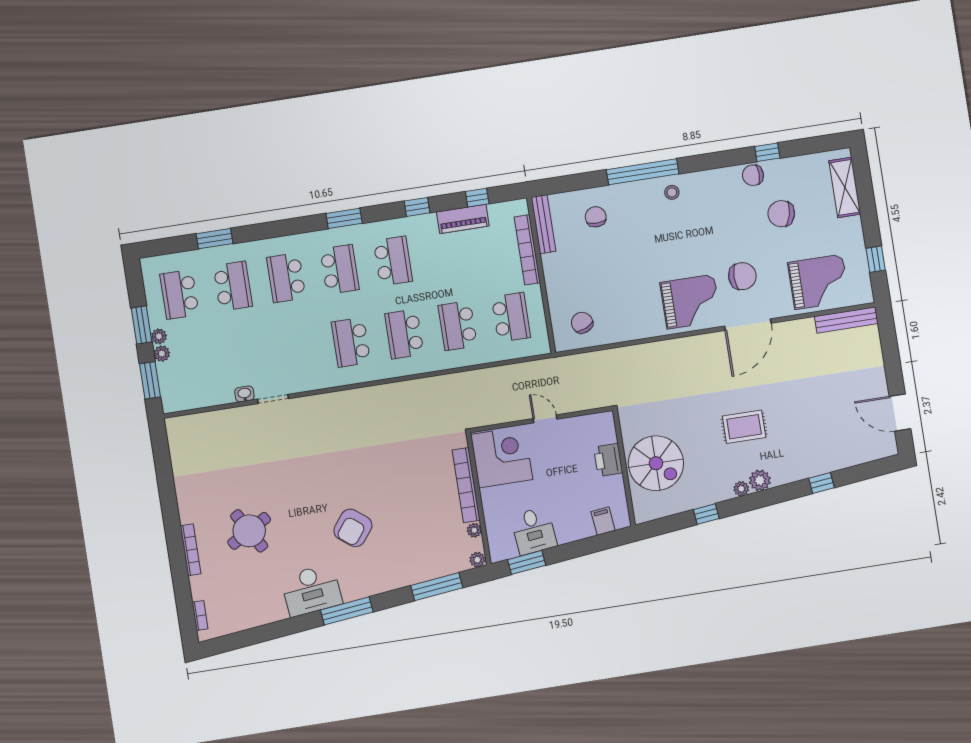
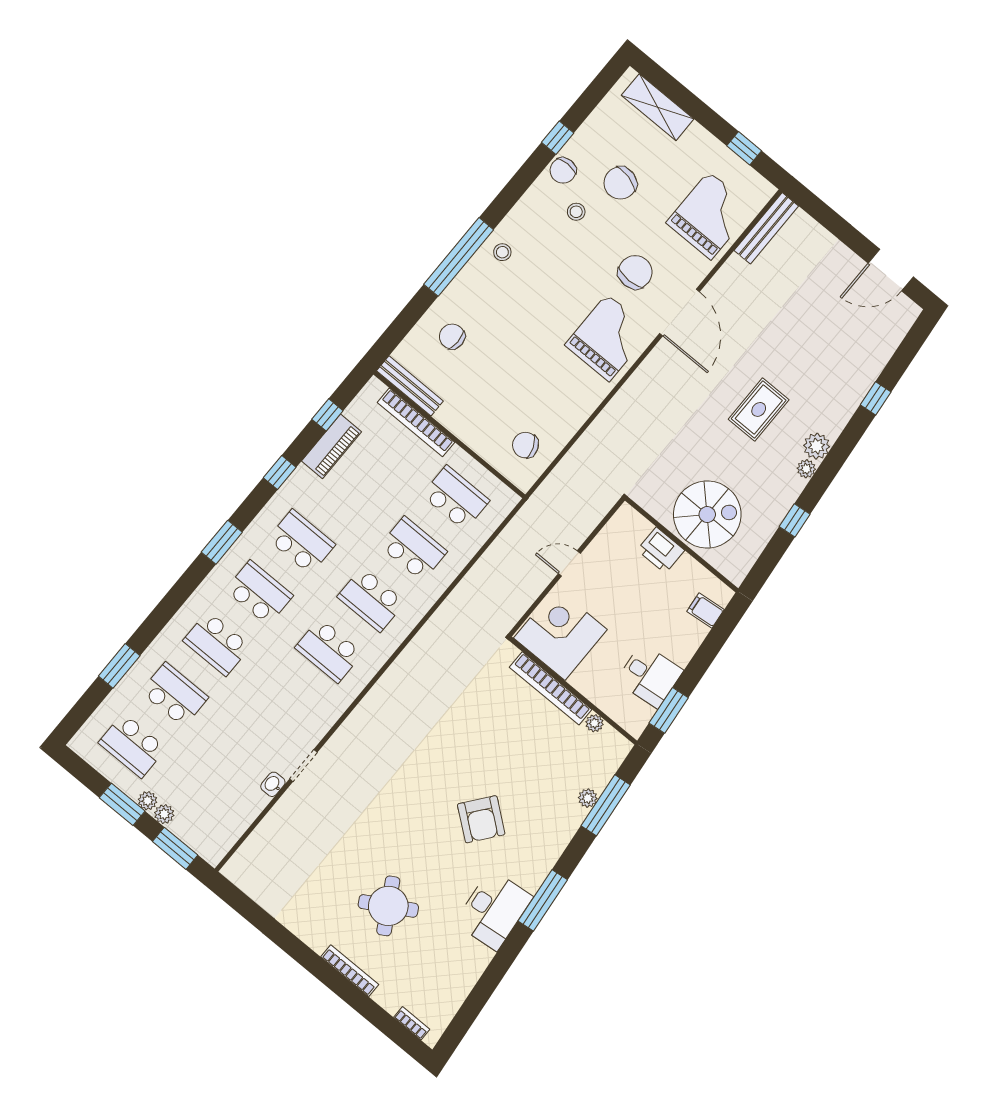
stool: (739, 207) -> (576, 212), added
school desk: (458, 326) -> (413, 549), turned 180
plant: (477, 560) -> (588, 798), moved

